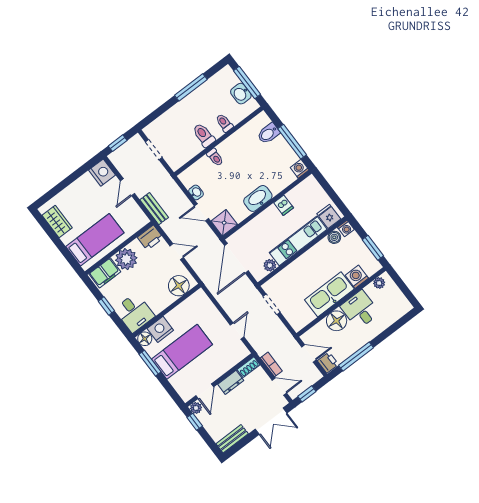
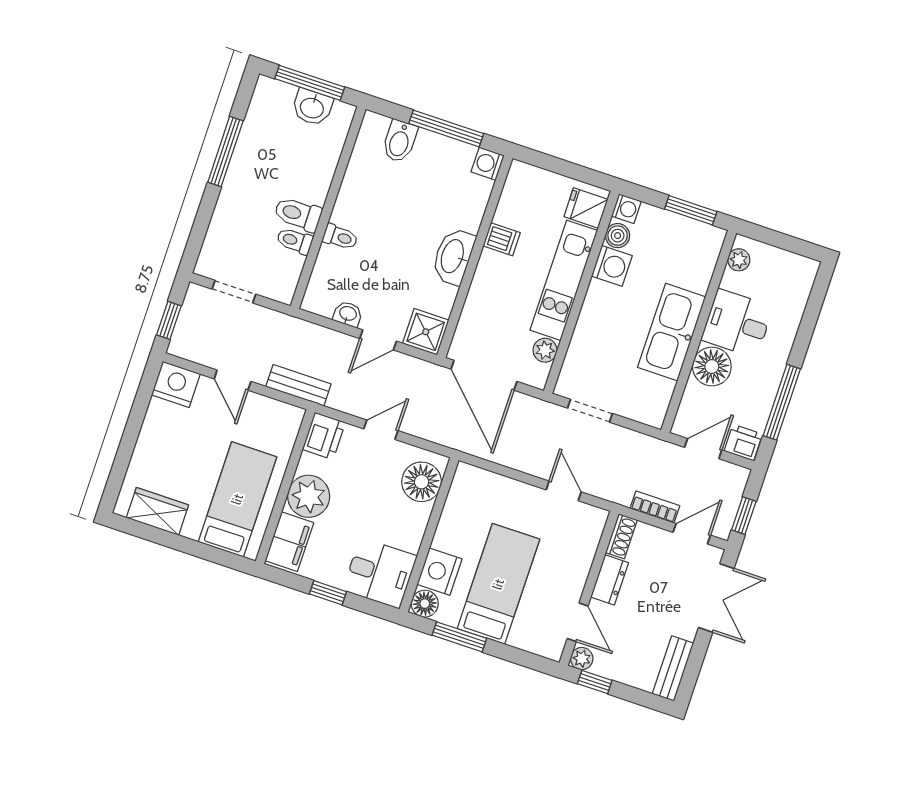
toilet: (224, 123) -> (295, 241), moved
washing machine: (357, 277) -> (612, 266), moved, turned 180

